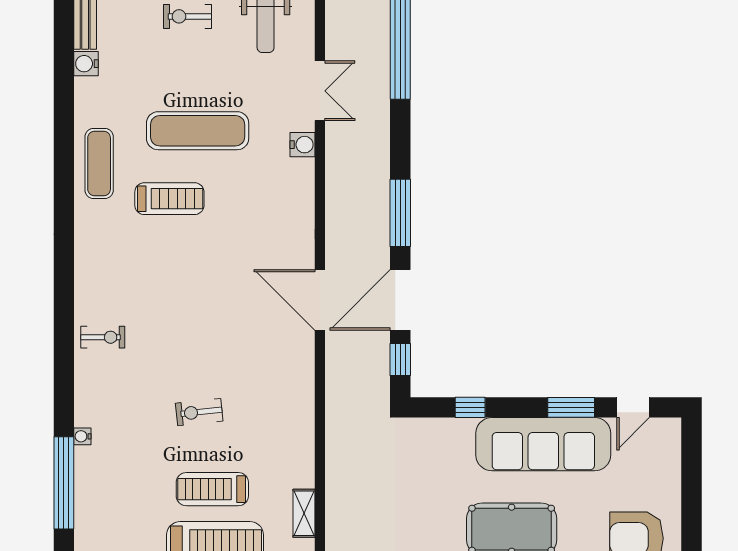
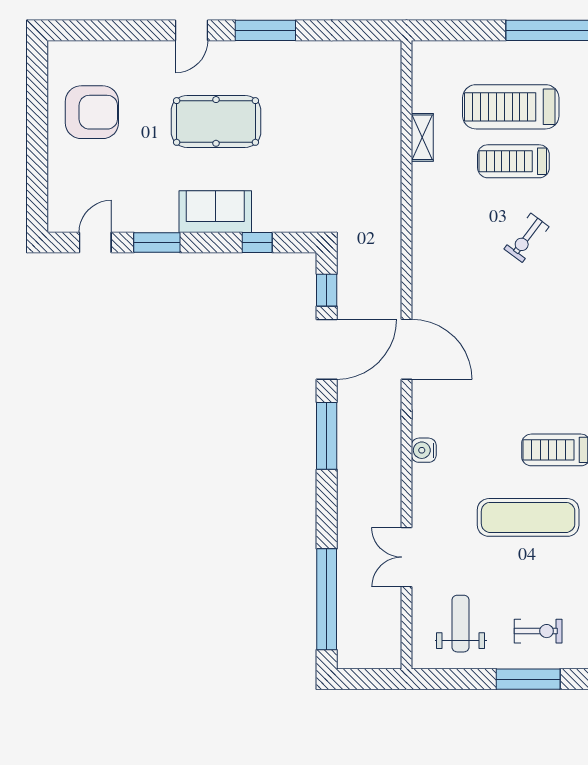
water cooler: (303, 145) -> (424, 450), moved
exercise bike: (199, 412) -> (527, 238), turned 133
sofa: (543, 444) -> (215, 212), width x0.54, depth x0.79
treadmill: (212, 489) -> (513, 161), turned 180

